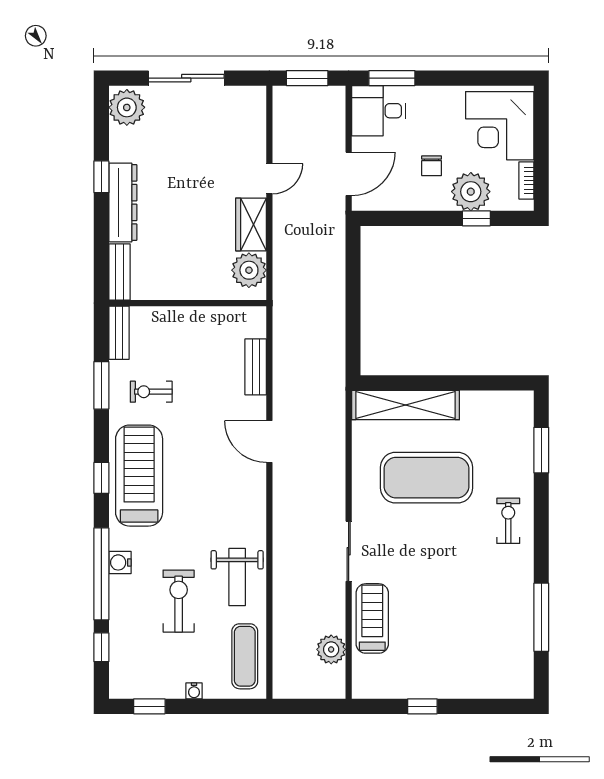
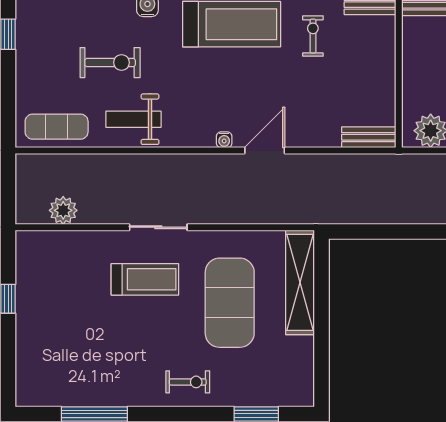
bench: (256, 367) -> (369, 137), moved
treadmill: (372, 618) -> (145, 279), moved
water cooler: (194, 691) -> (224, 140), moved, turned -90

